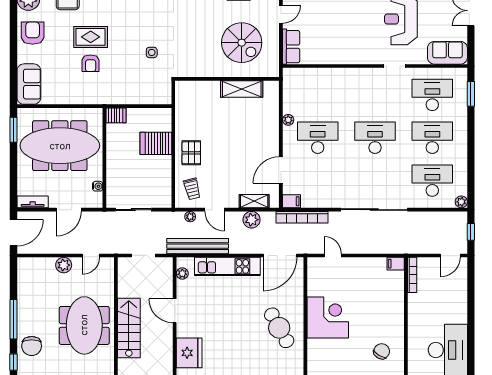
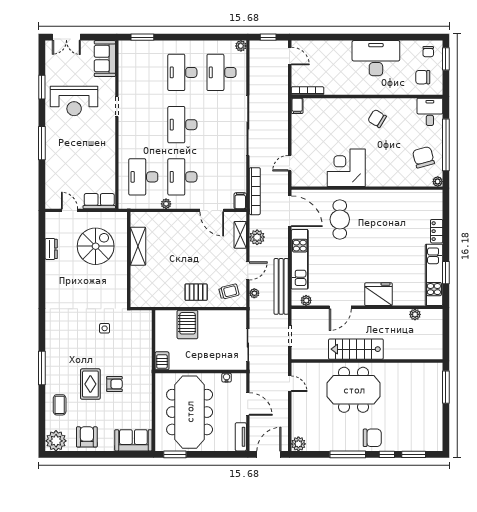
armchair: (33, 33) -> (87, 437), turned 90
desk: (432, 95) -> (143, 177), moved
door: (13, 233) -> (269, 454), hinge flipped
plant: (64, 265) -> (298, 444), moved
cafe table: (279, 328) -> (340, 219), moved, turned -61

